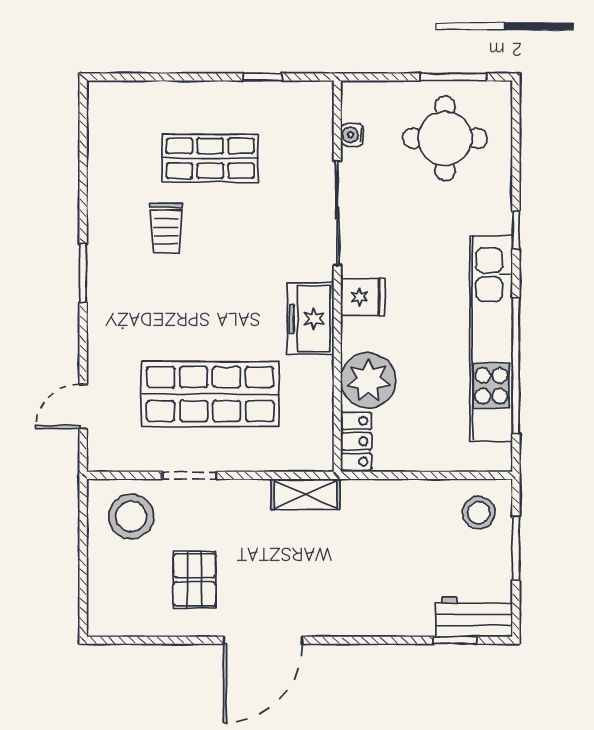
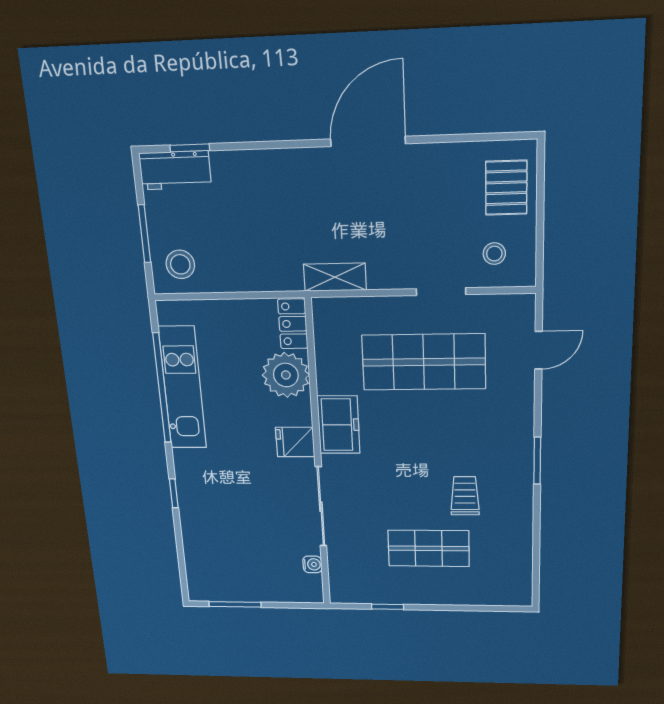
round table: (445, 138) -> (238, 561), removed
kitchen unit: (491, 338) -> (183, 388), width x0.73
stool: (131, 517) -> (494, 254), width x0.53, depth x0.53
pallet: (195, 580) -> (506, 188), moved

